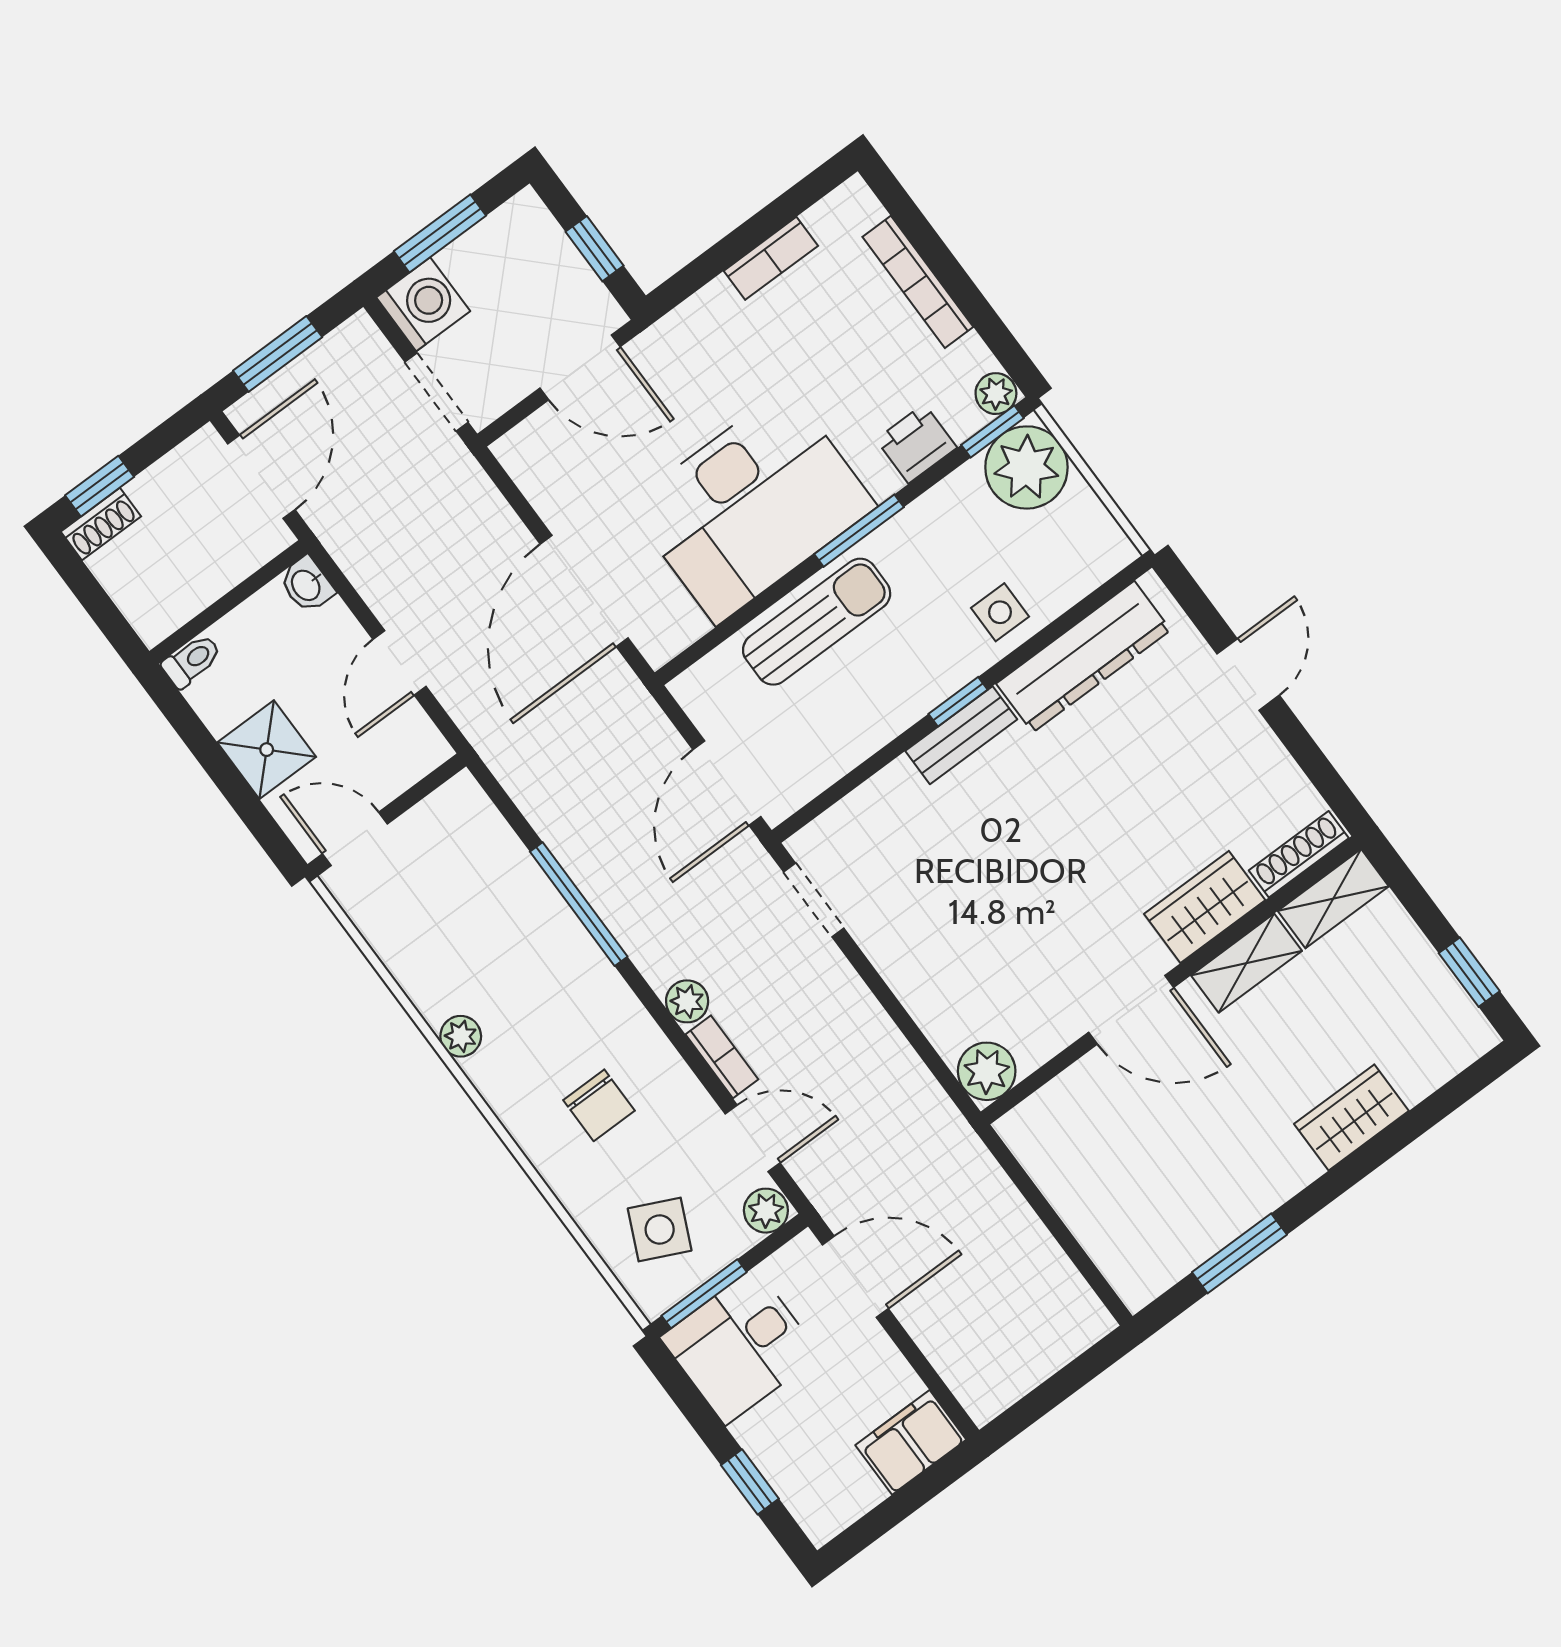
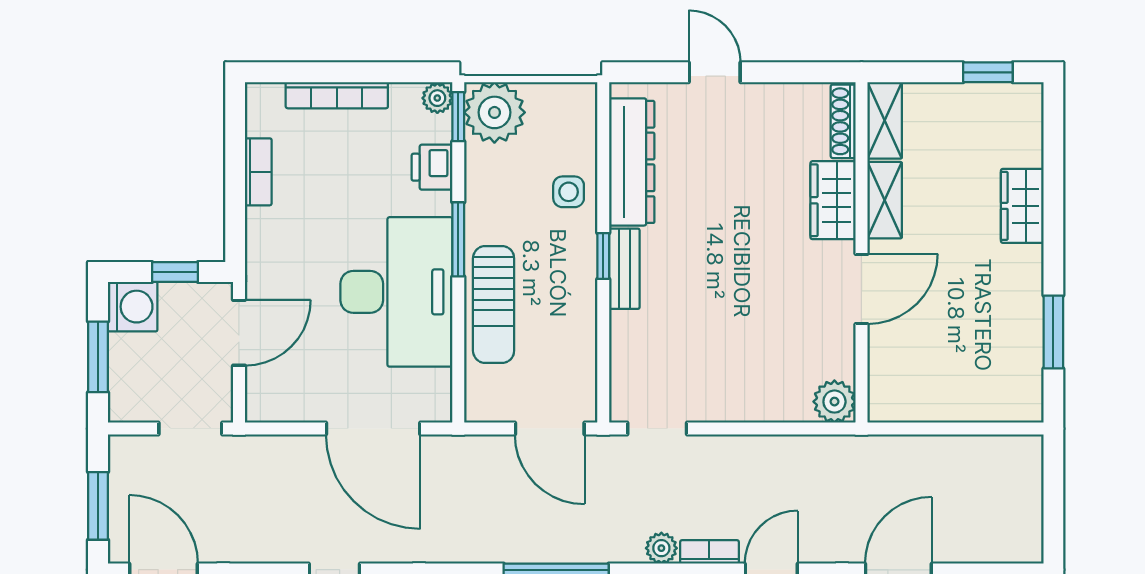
washing machine: (423, 304) -> (133, 307), moved, turned 90
sun lounger: (817, 622) -> (494, 305), turned 180

